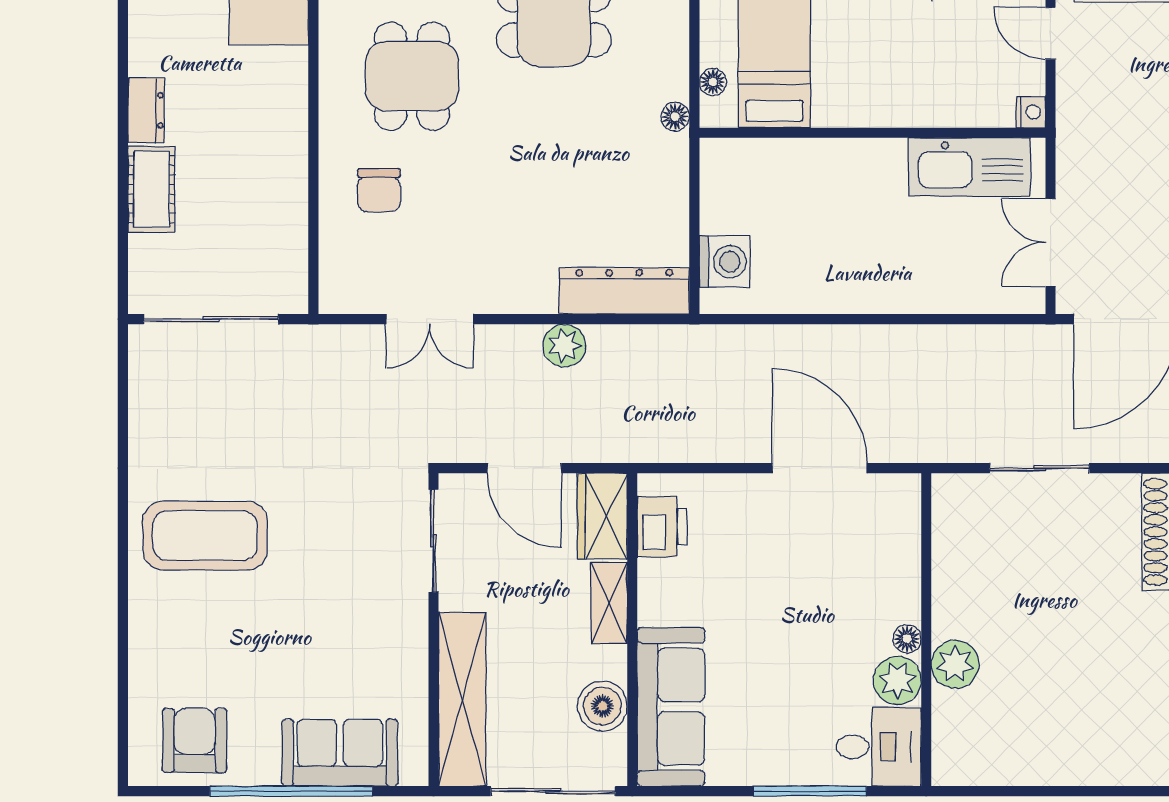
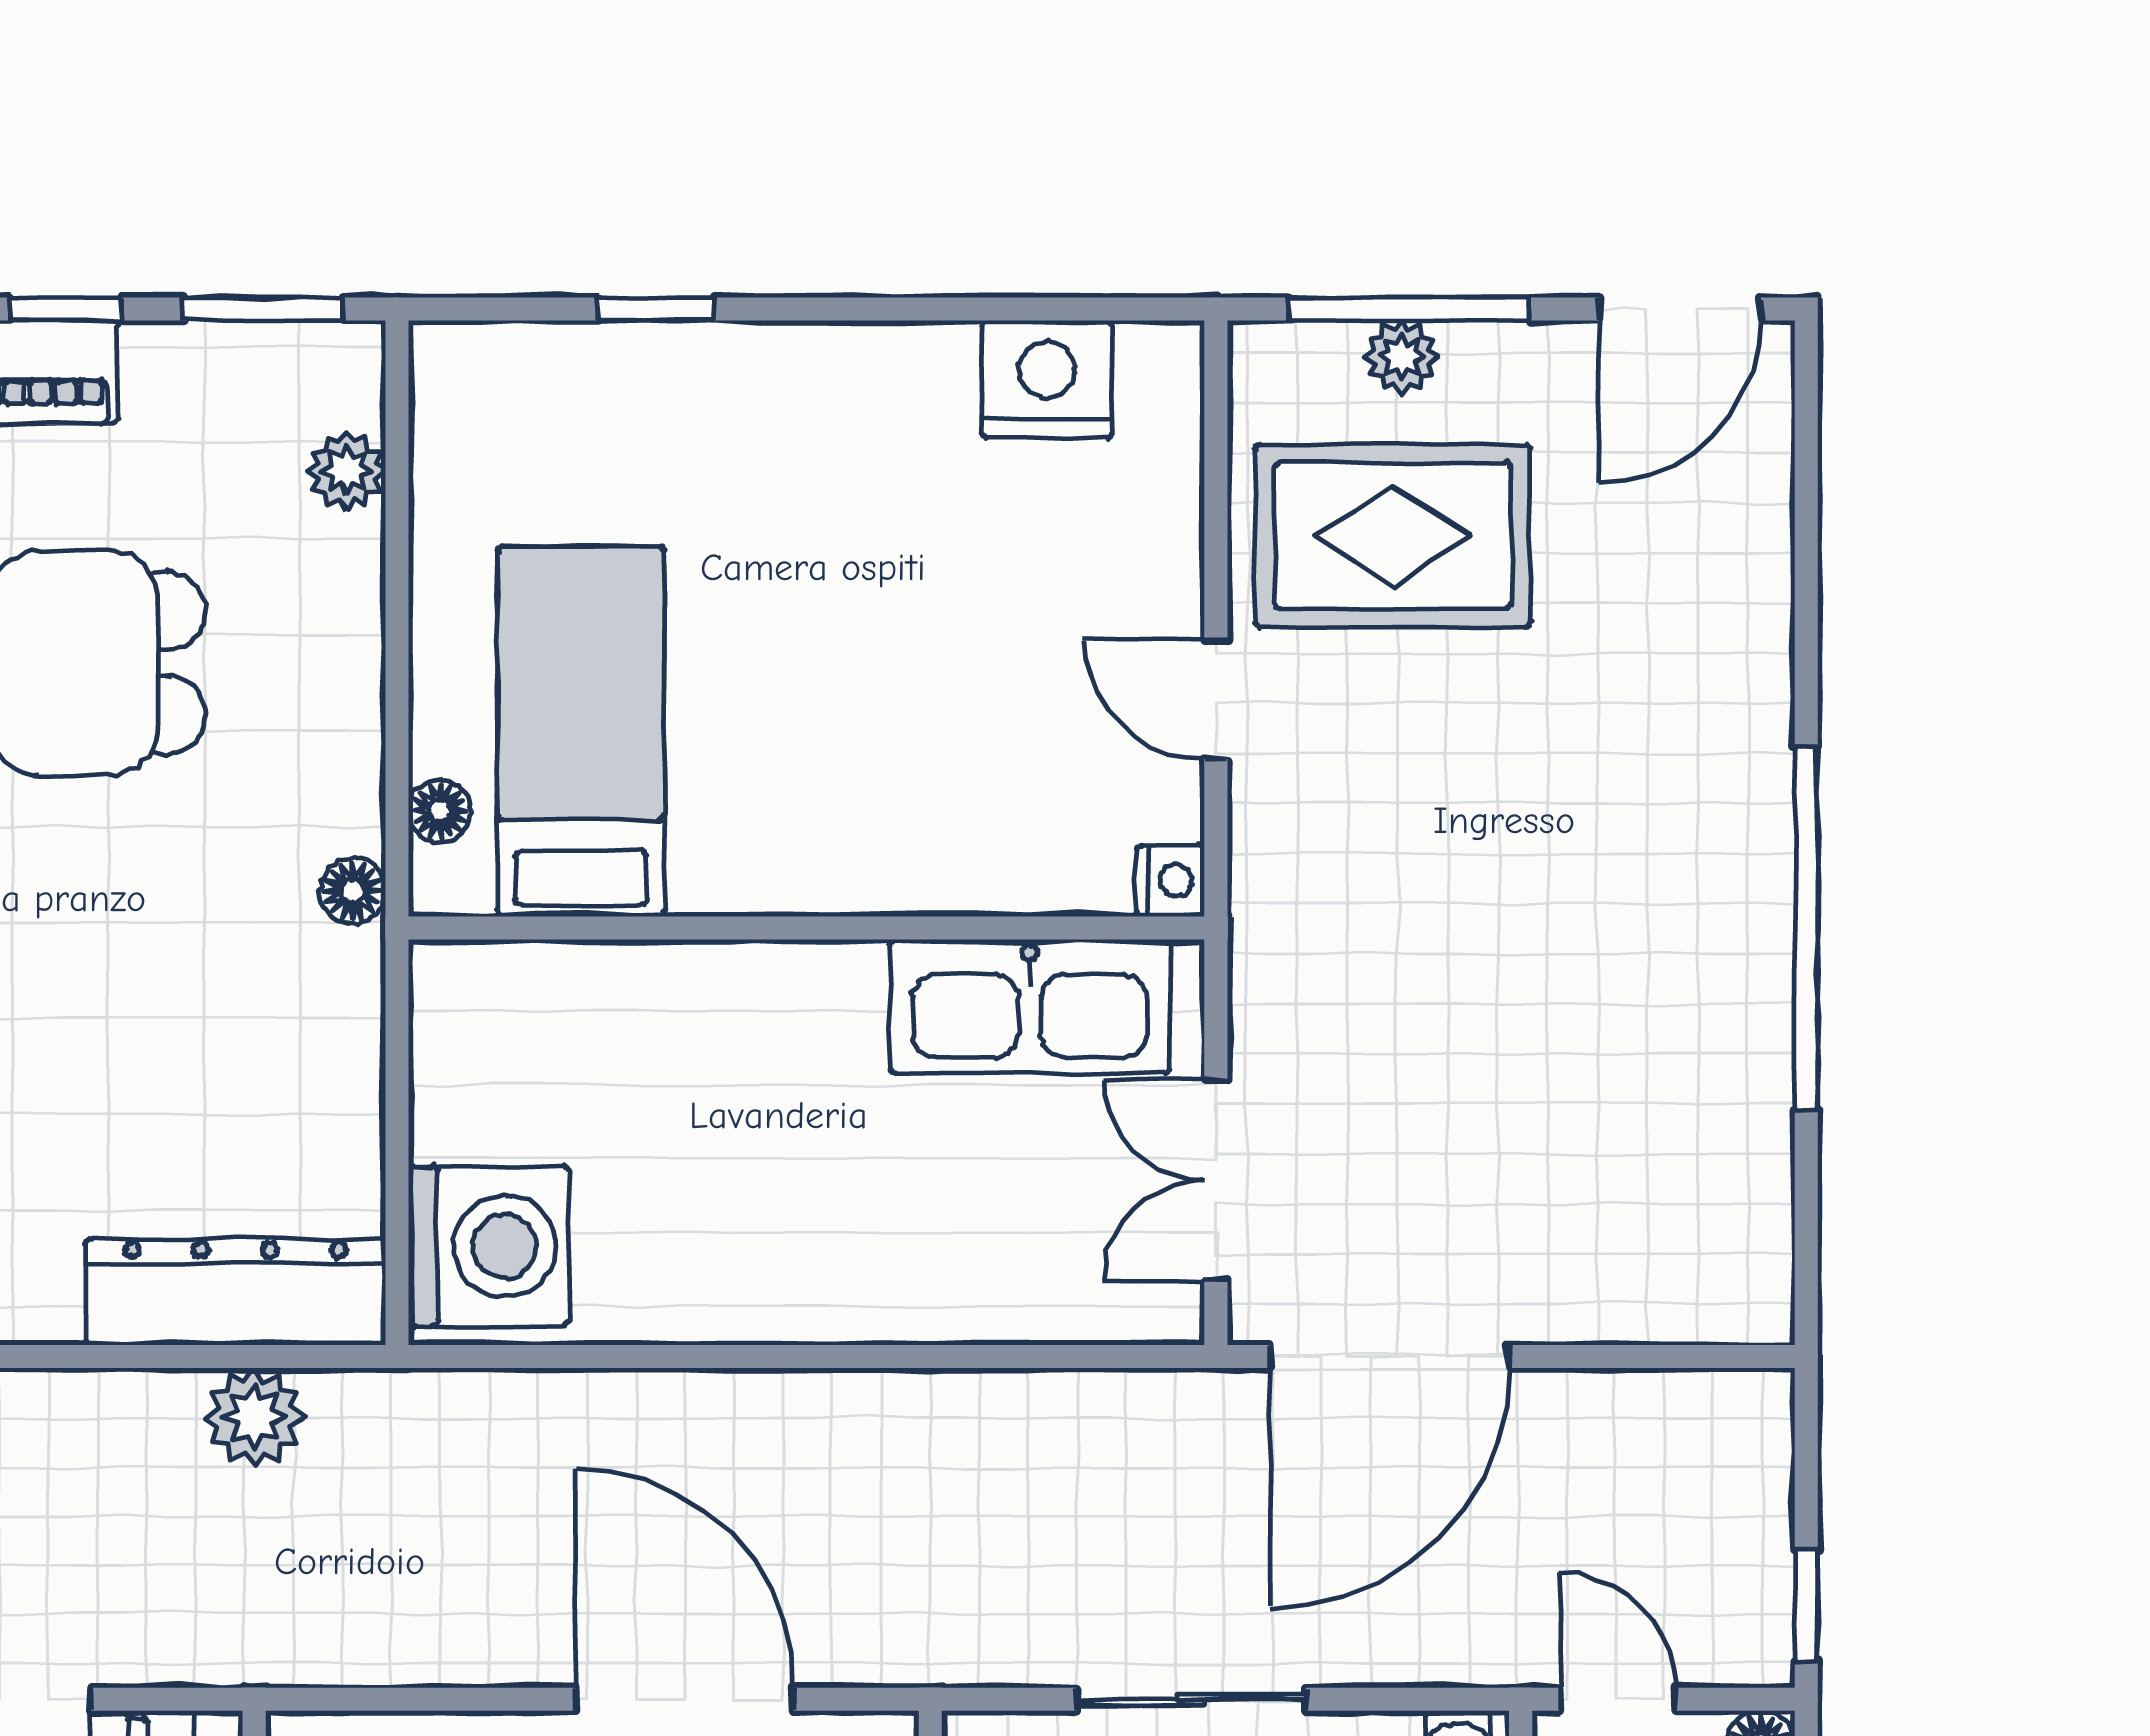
washing machine: (725, 262) -> (489, 1246), width x1.37, depth x1.37
plant: (564, 345) -> (254, 1417), moved

